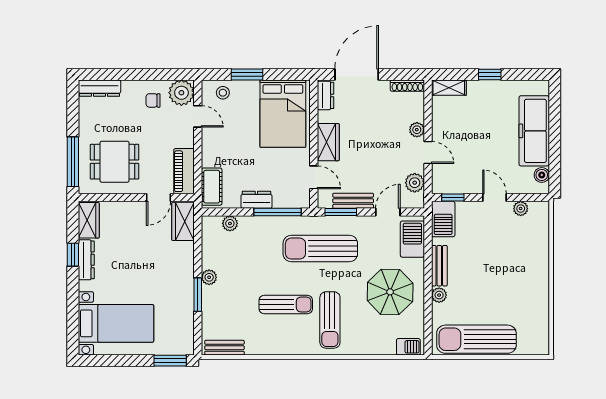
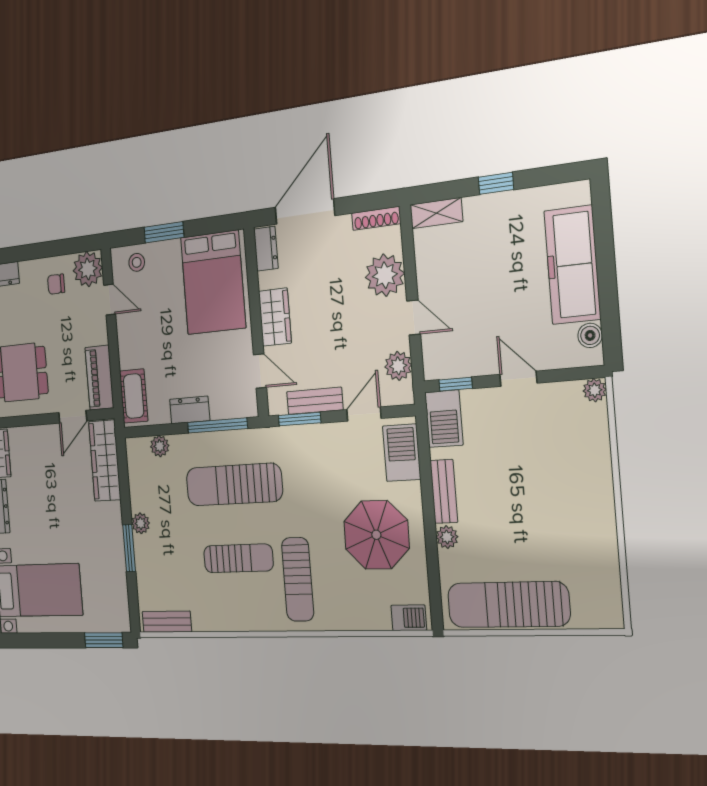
plant: (417, 130) -> (385, 275), width x1.87, depth x1.87
plant: (521, 209) -> (595, 390), moved
wardrobe: (183, 221) -> (105, 461), width x1.50
sun lounger: (320, 249) -> (234, 484), moved

